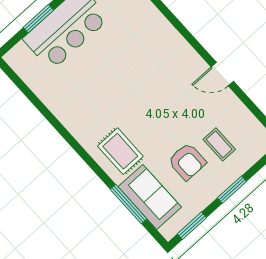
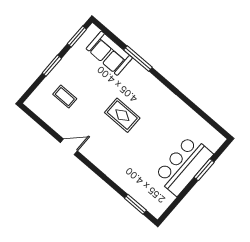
rug: (120, 151) -> (122, 115), moved
armchair: (187, 162) -> (86, 82), removed
window: (128, 204) -> (138, 59), moved

